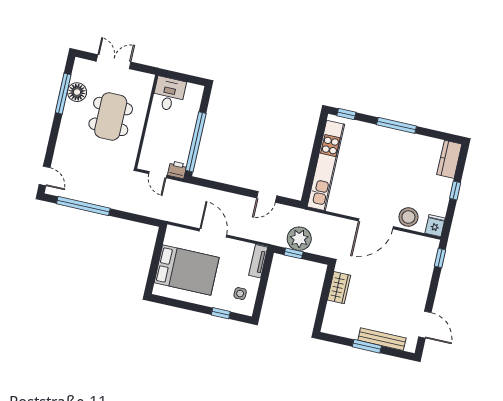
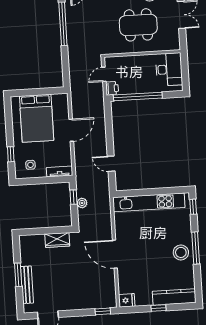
desk: (169, 94) -> (169, 69), width x1.37
kitchen counter: (449, 159) -> (174, 297), width x1.50
stool: (408, 217) -> (181, 252), moved
plant: (299, 239) -> (82, 203), width x0.53, depth x0.53

